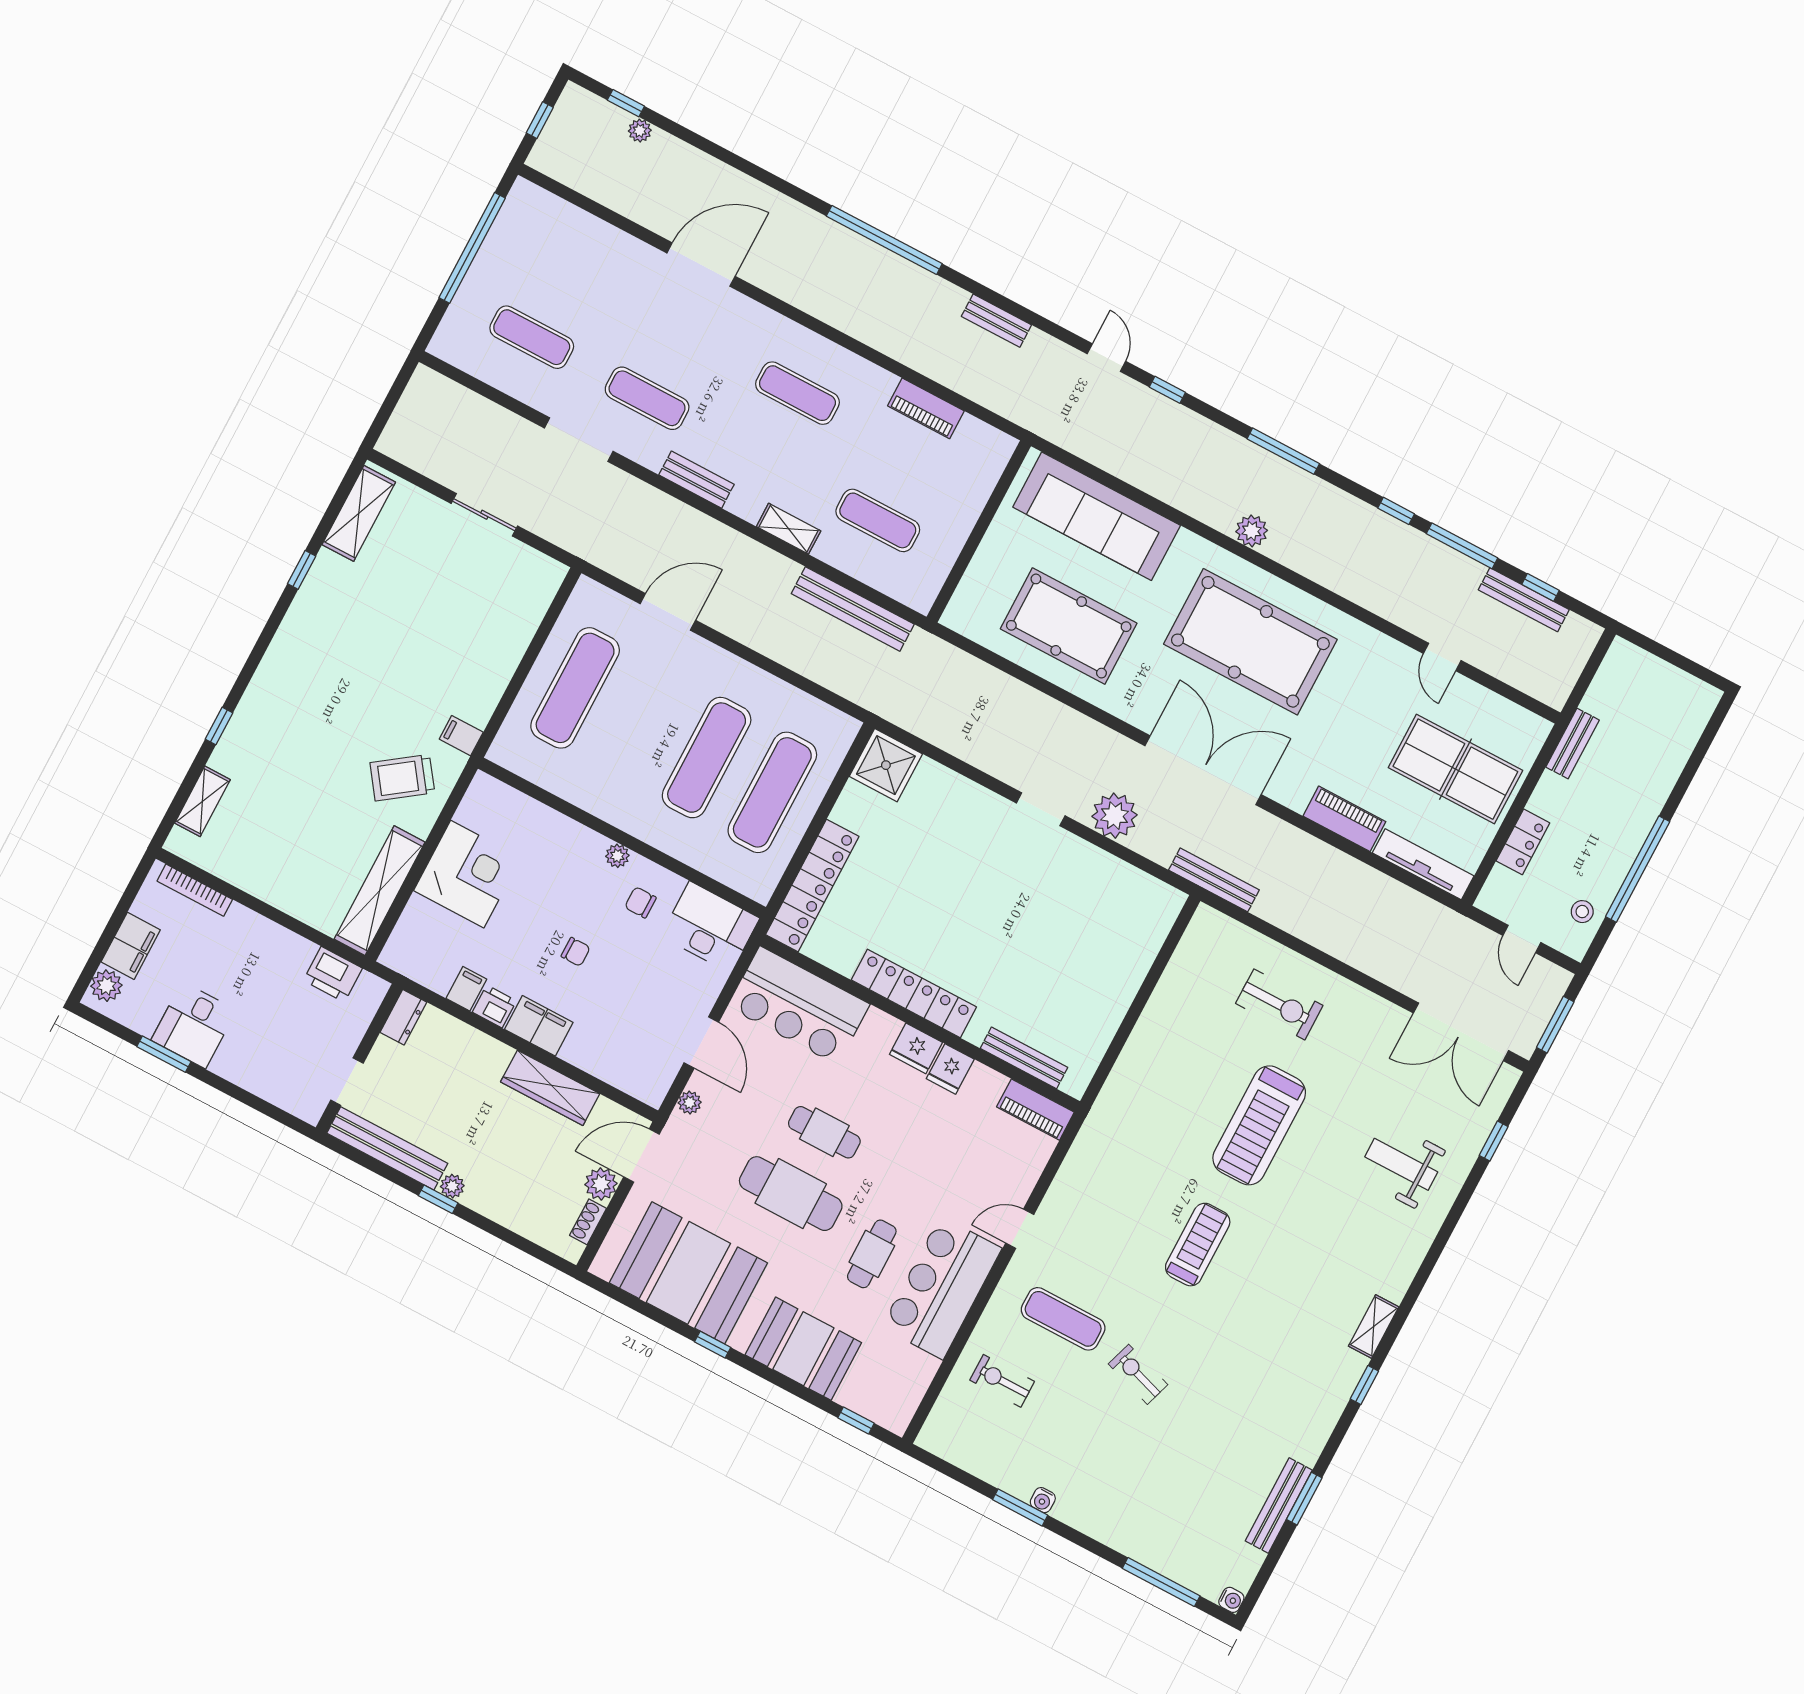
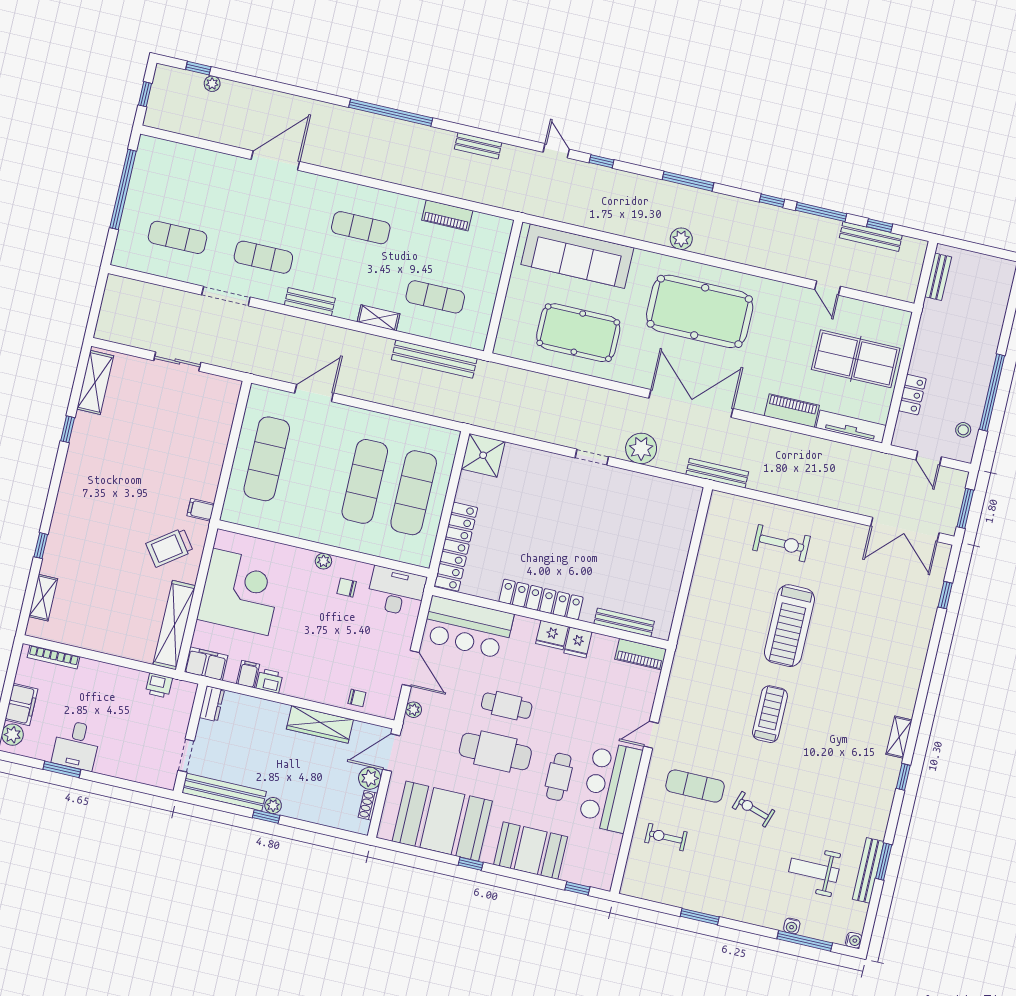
bench: (1573, 744) -> (938, 277), moved
corner desk: (467, 874) -> (240, 592), width x1.36, depth x1.36
chair: (576, 952) -> (357, 698), moved
printer: (333, 974) -> (159, 685), width x0.73, depth x0.81
filing cabinet: (539, 1026) -> (206, 664), moved
weight bench: (1401, 1164) -> (814, 870), moved
water cooler: (1043, 1500) -> (792, 926), moved

